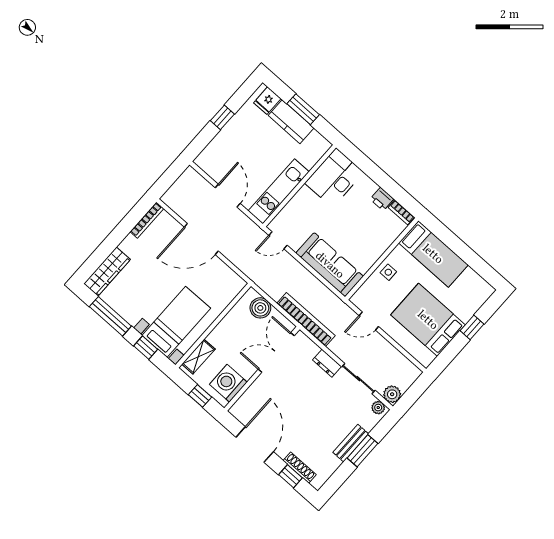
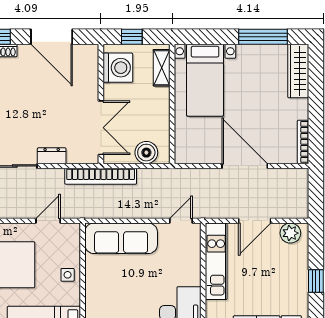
plant: (211, 166) -> (290, 233), added
door: (228, 196) -> (255, 221), hinge flipped
door: (201, 239) -> (245, 166), hinge flipped
window: (146, 348) -> (211, 37), removed

